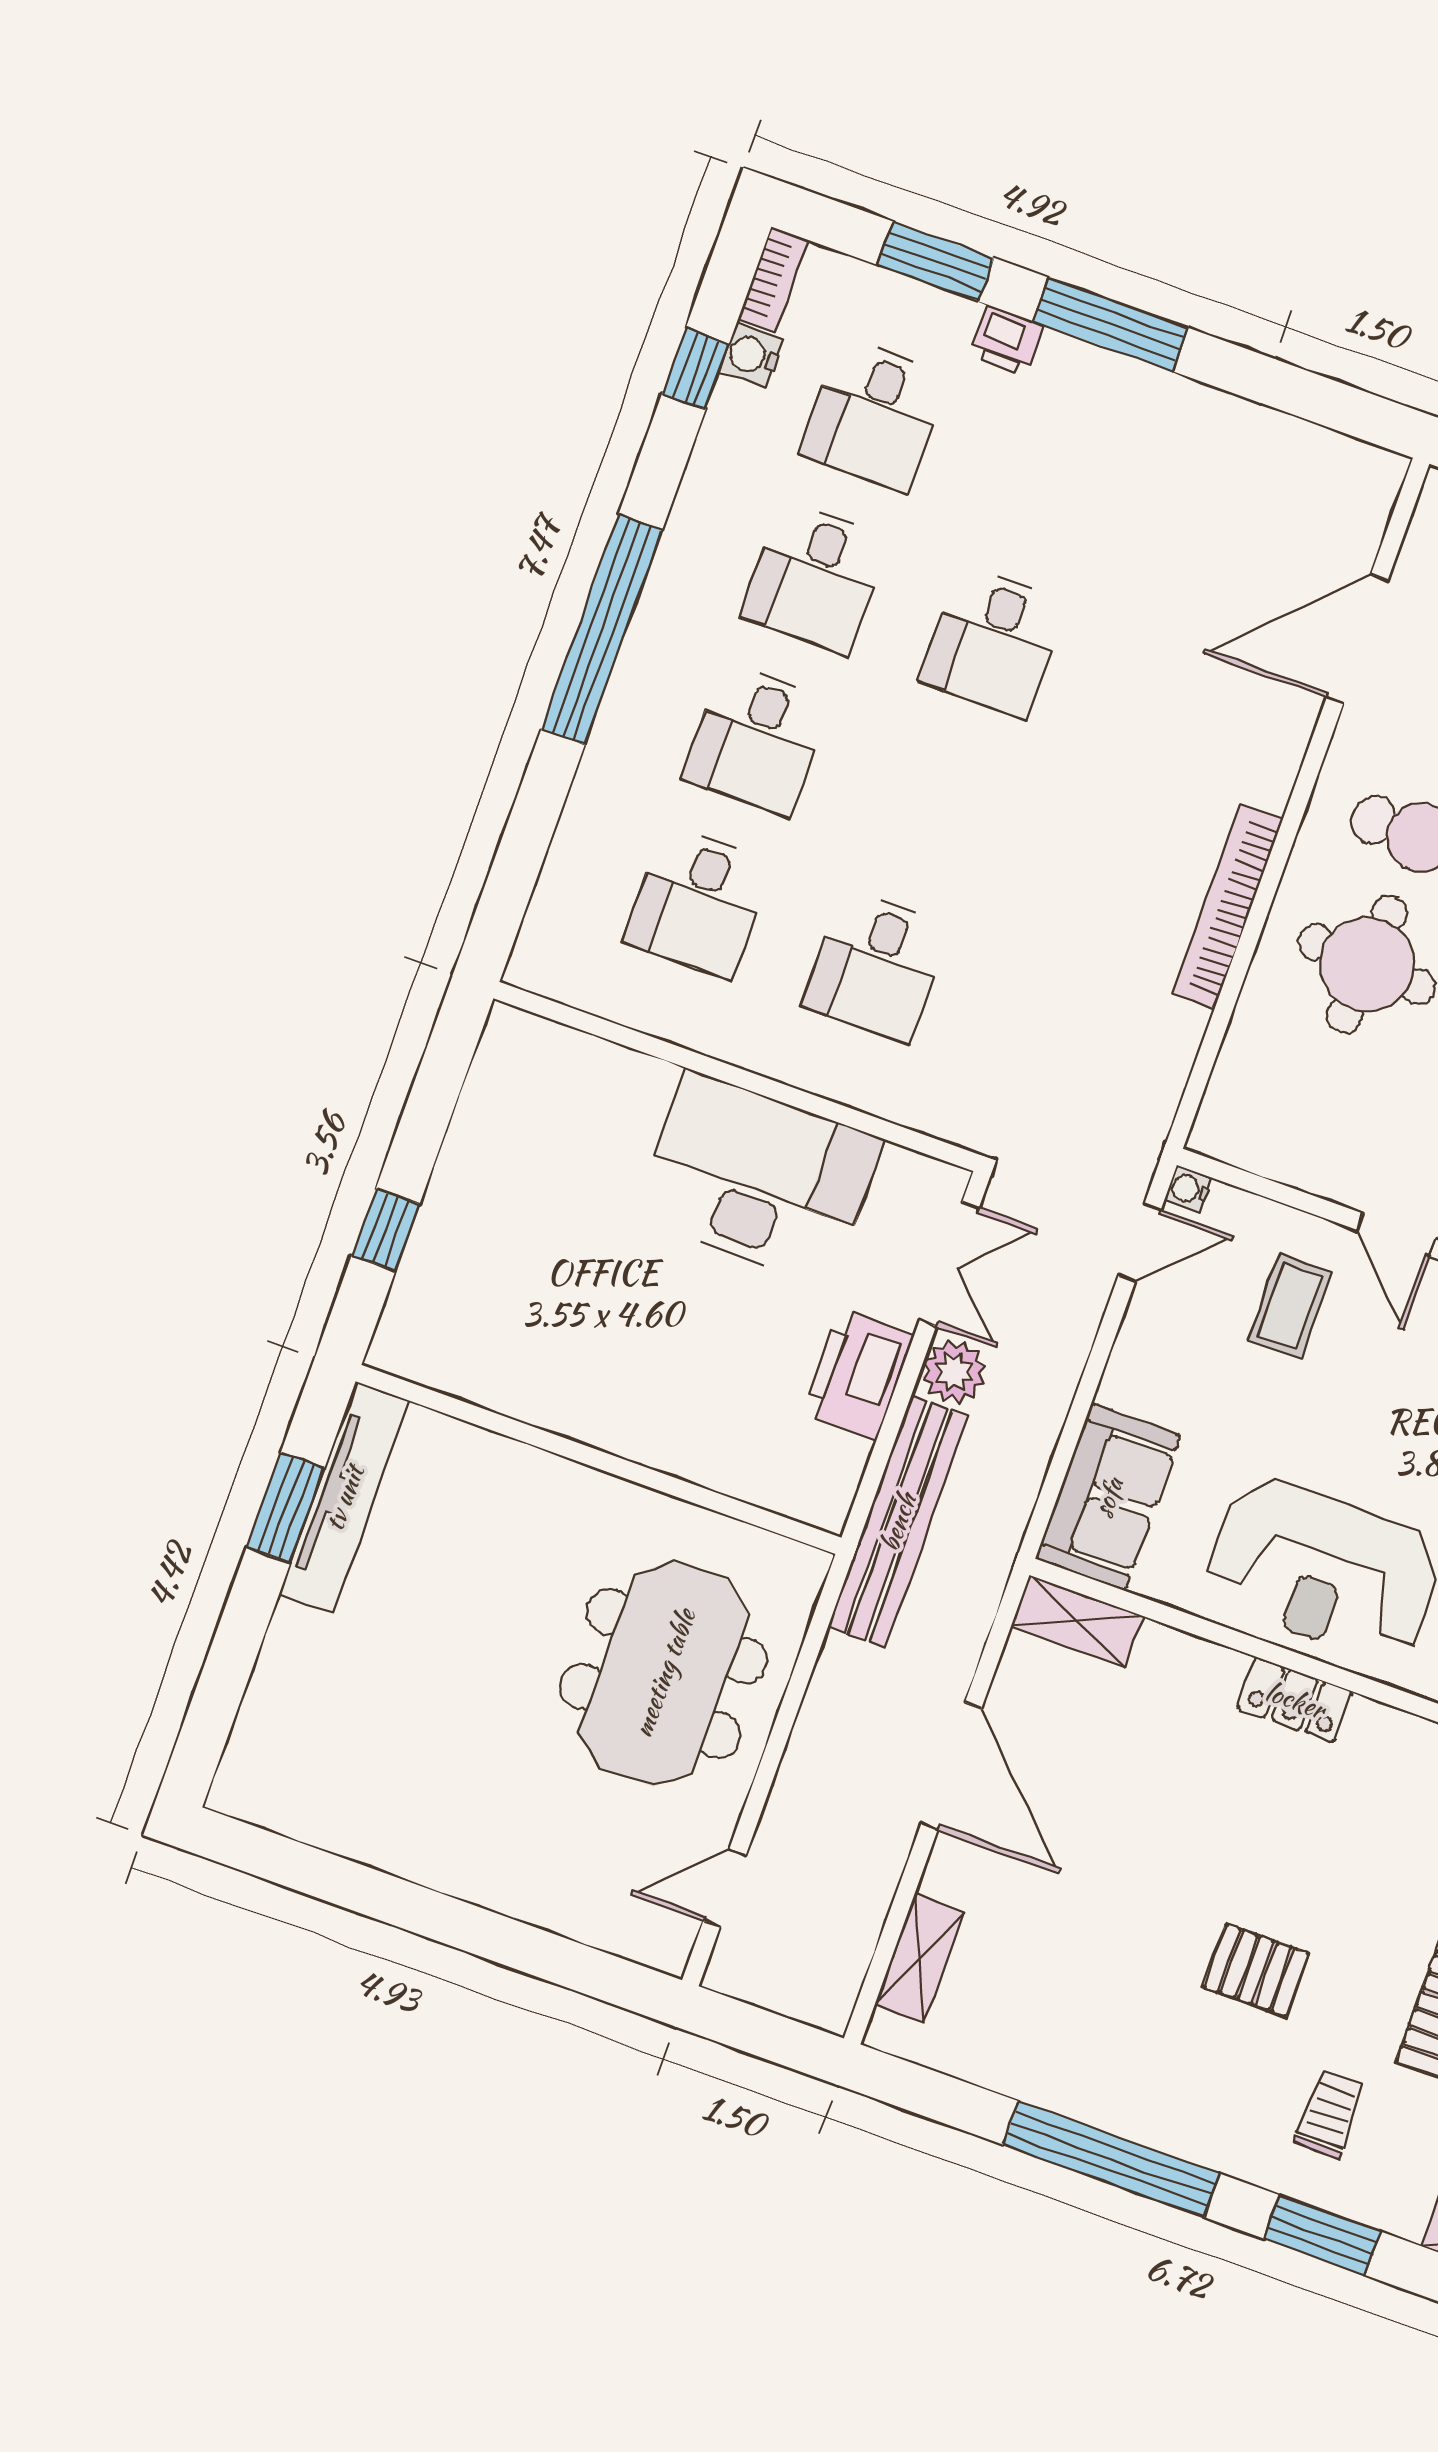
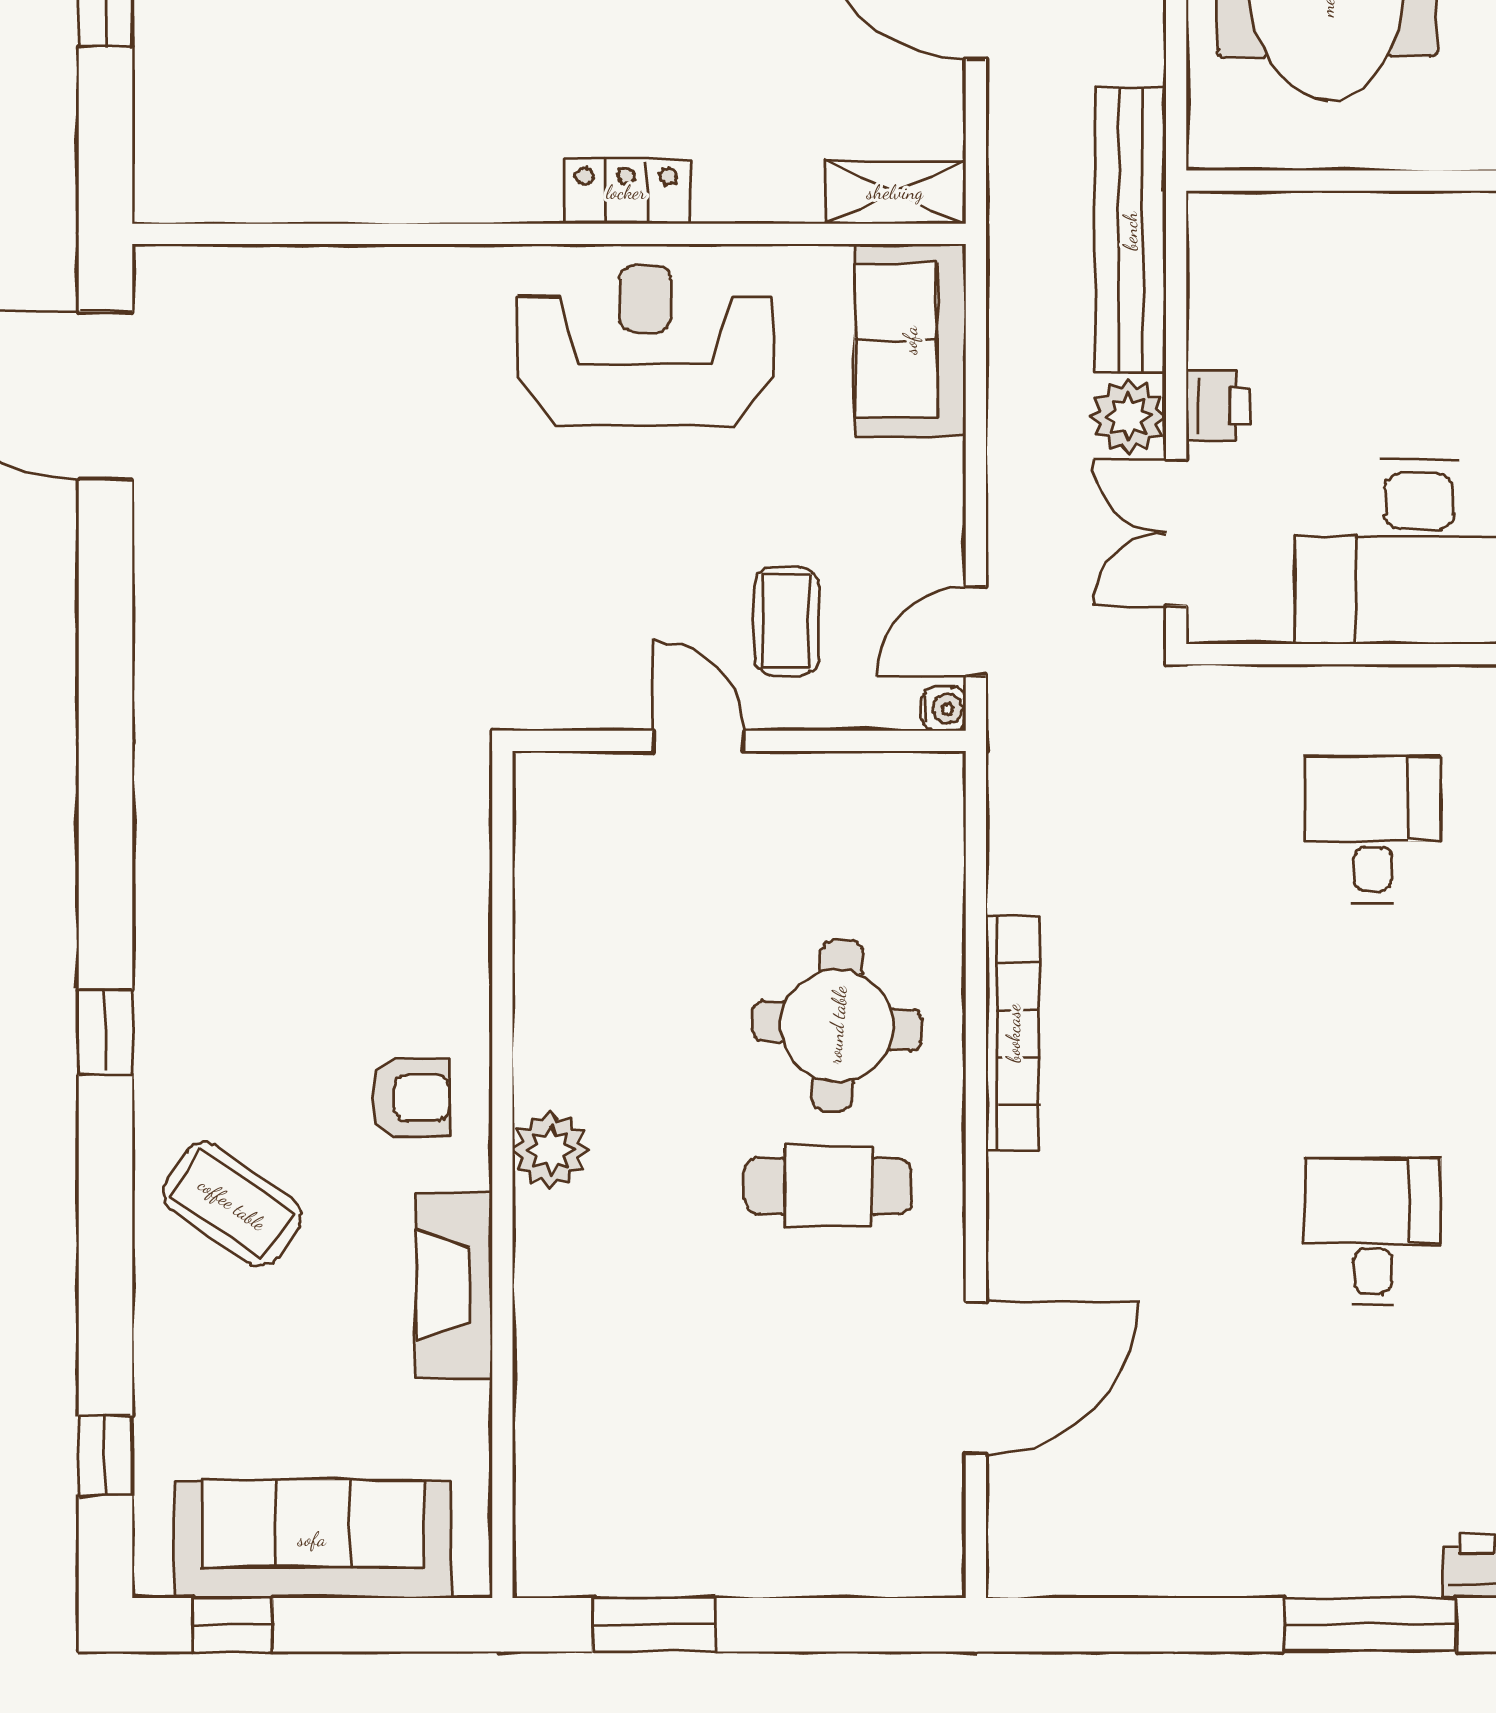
printer: (857, 1375) -> (1218, 406), width x0.53, depth x0.68

